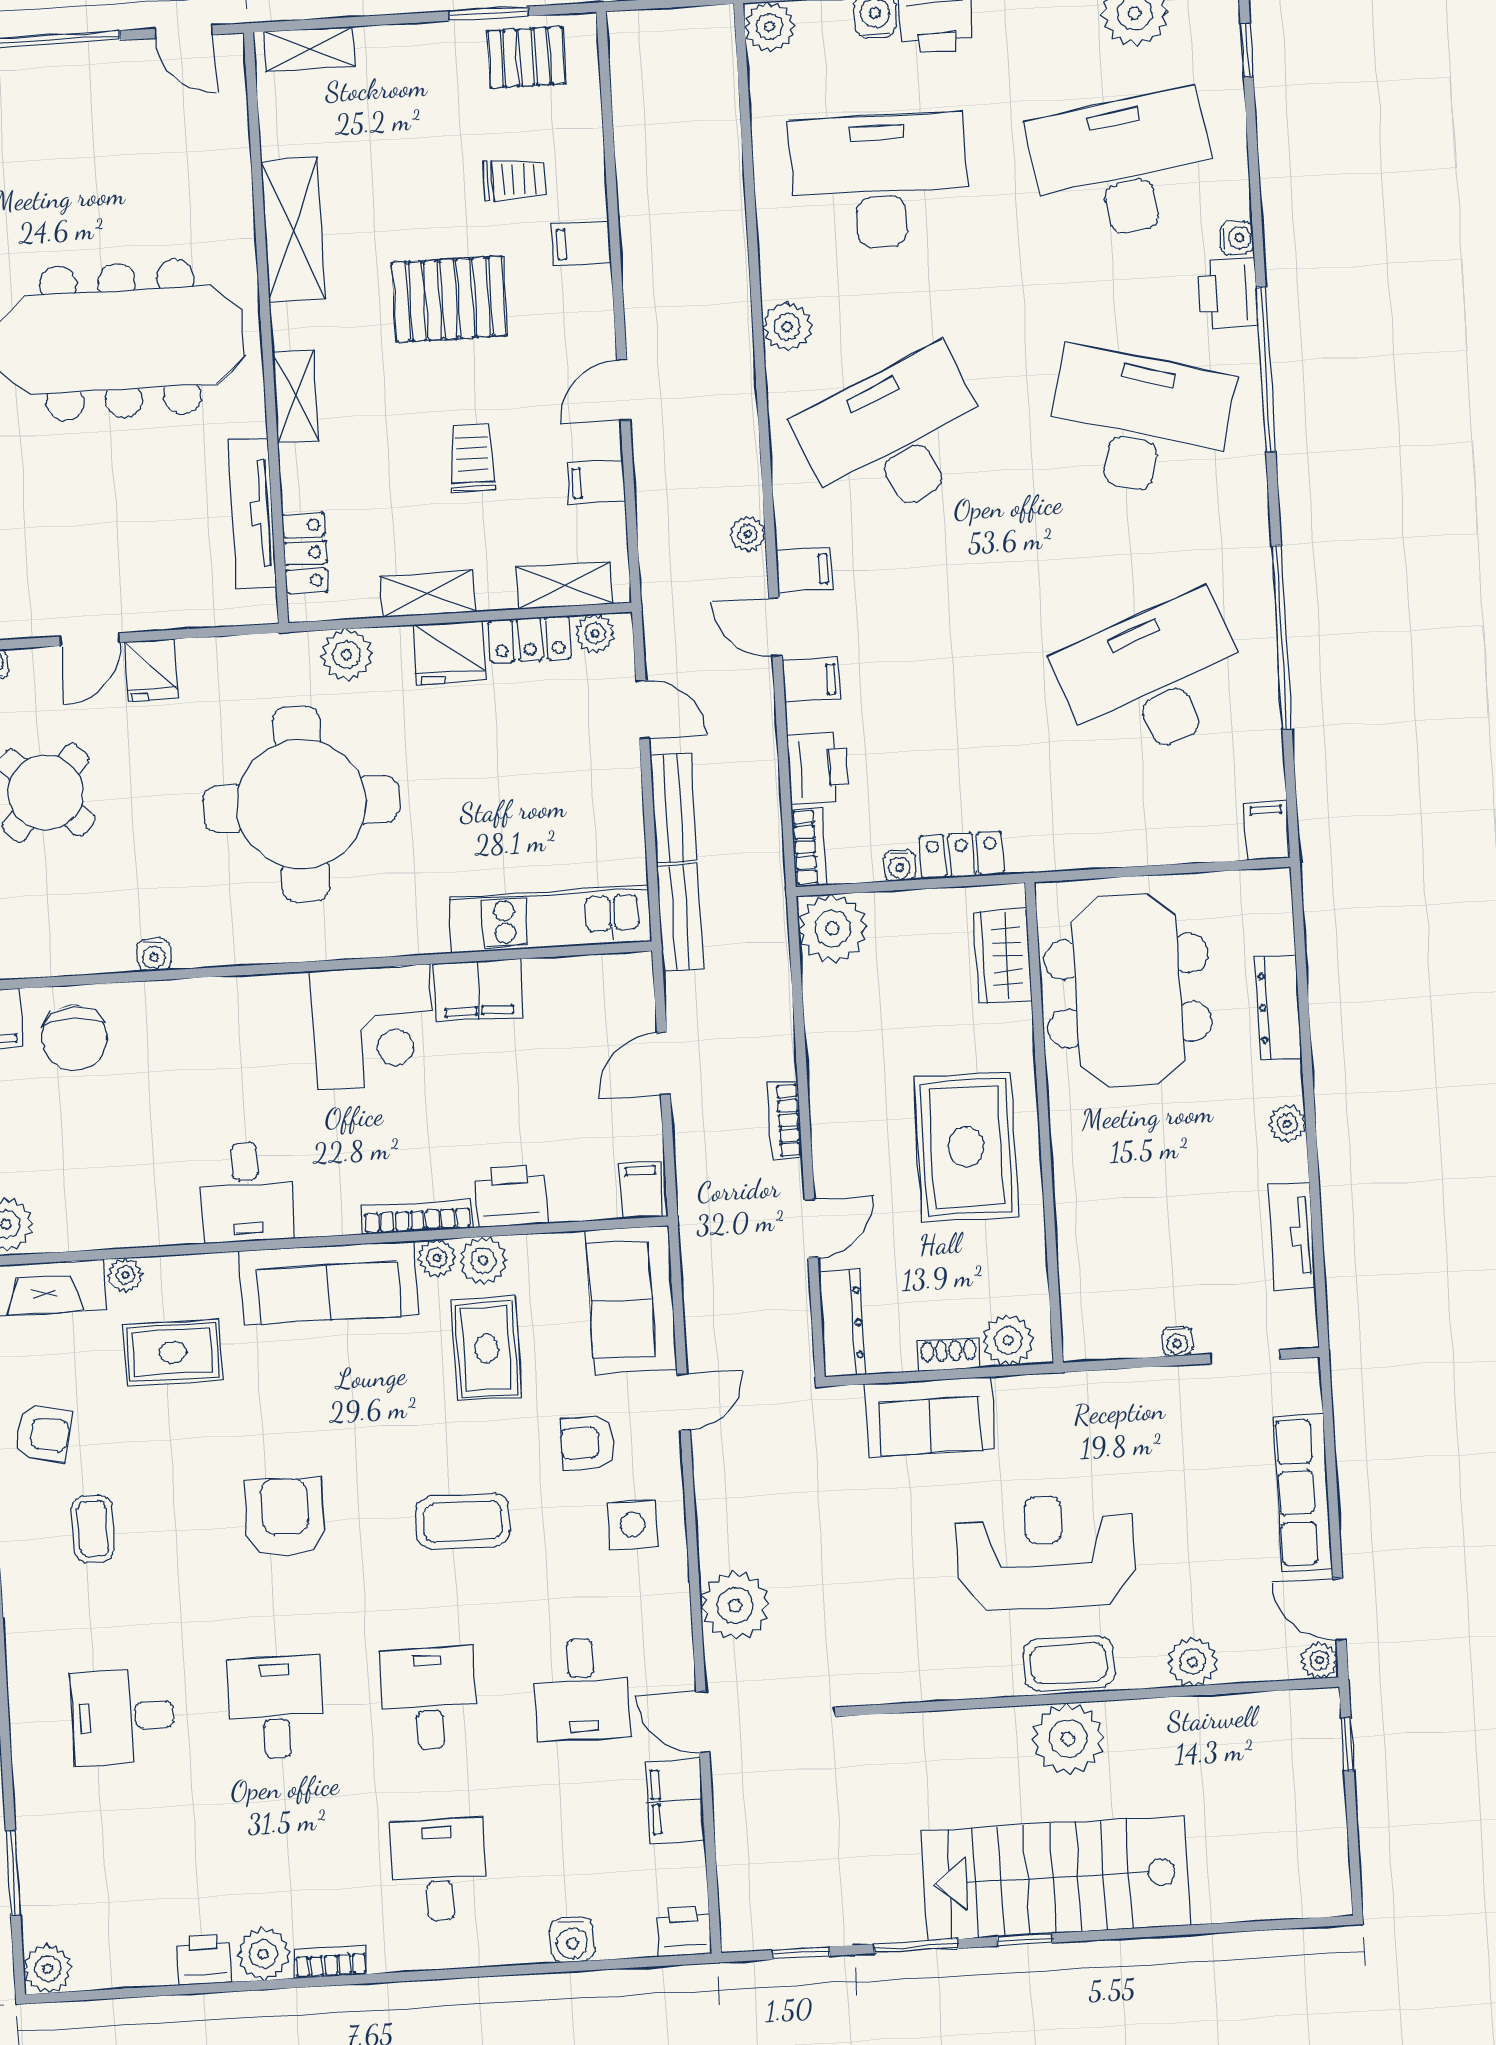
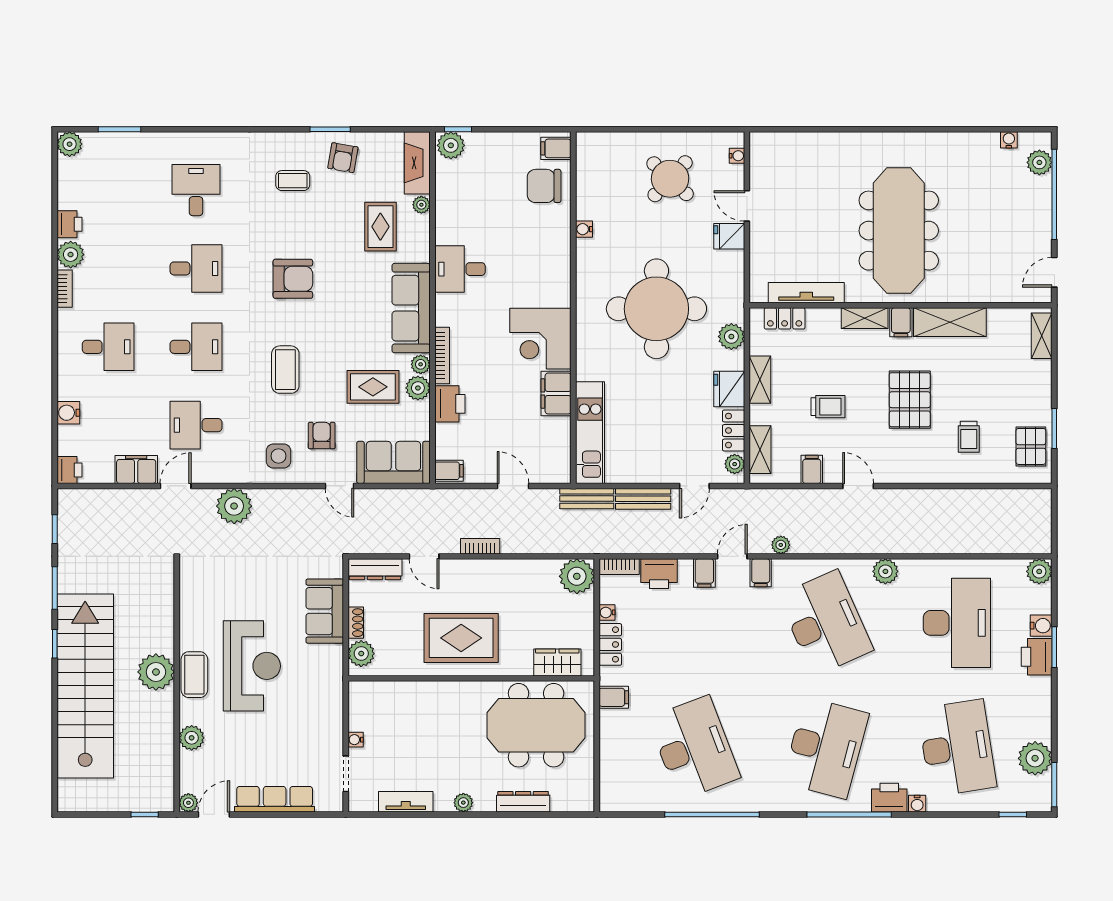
filing cabinet: (582, 243) -> (901, 322), moved, turned 180
filing cabinet: (1267, 830) -> (614, 697), moved
stairs: (1056, 1878) -> (85, 686), width x1.36

